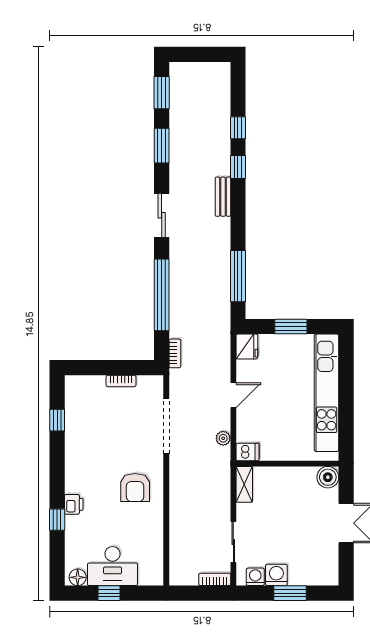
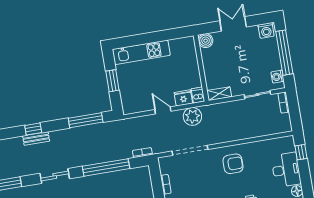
window: (238, 167) -> (33, 129), moved
fridge: (247, 347) -> (183, 98), moved
kitchen unit: (327, 393) -> (141, 52), width x0.73
plant: (223, 438) -> (192, 116), width x1.88, depth x1.88
washing machine: (276, 575) -> (266, 30), moved, turned -90
window: (109, 593) -> (301, 152), moved
window: (290, 593) -> (284, 53), width x2.11

